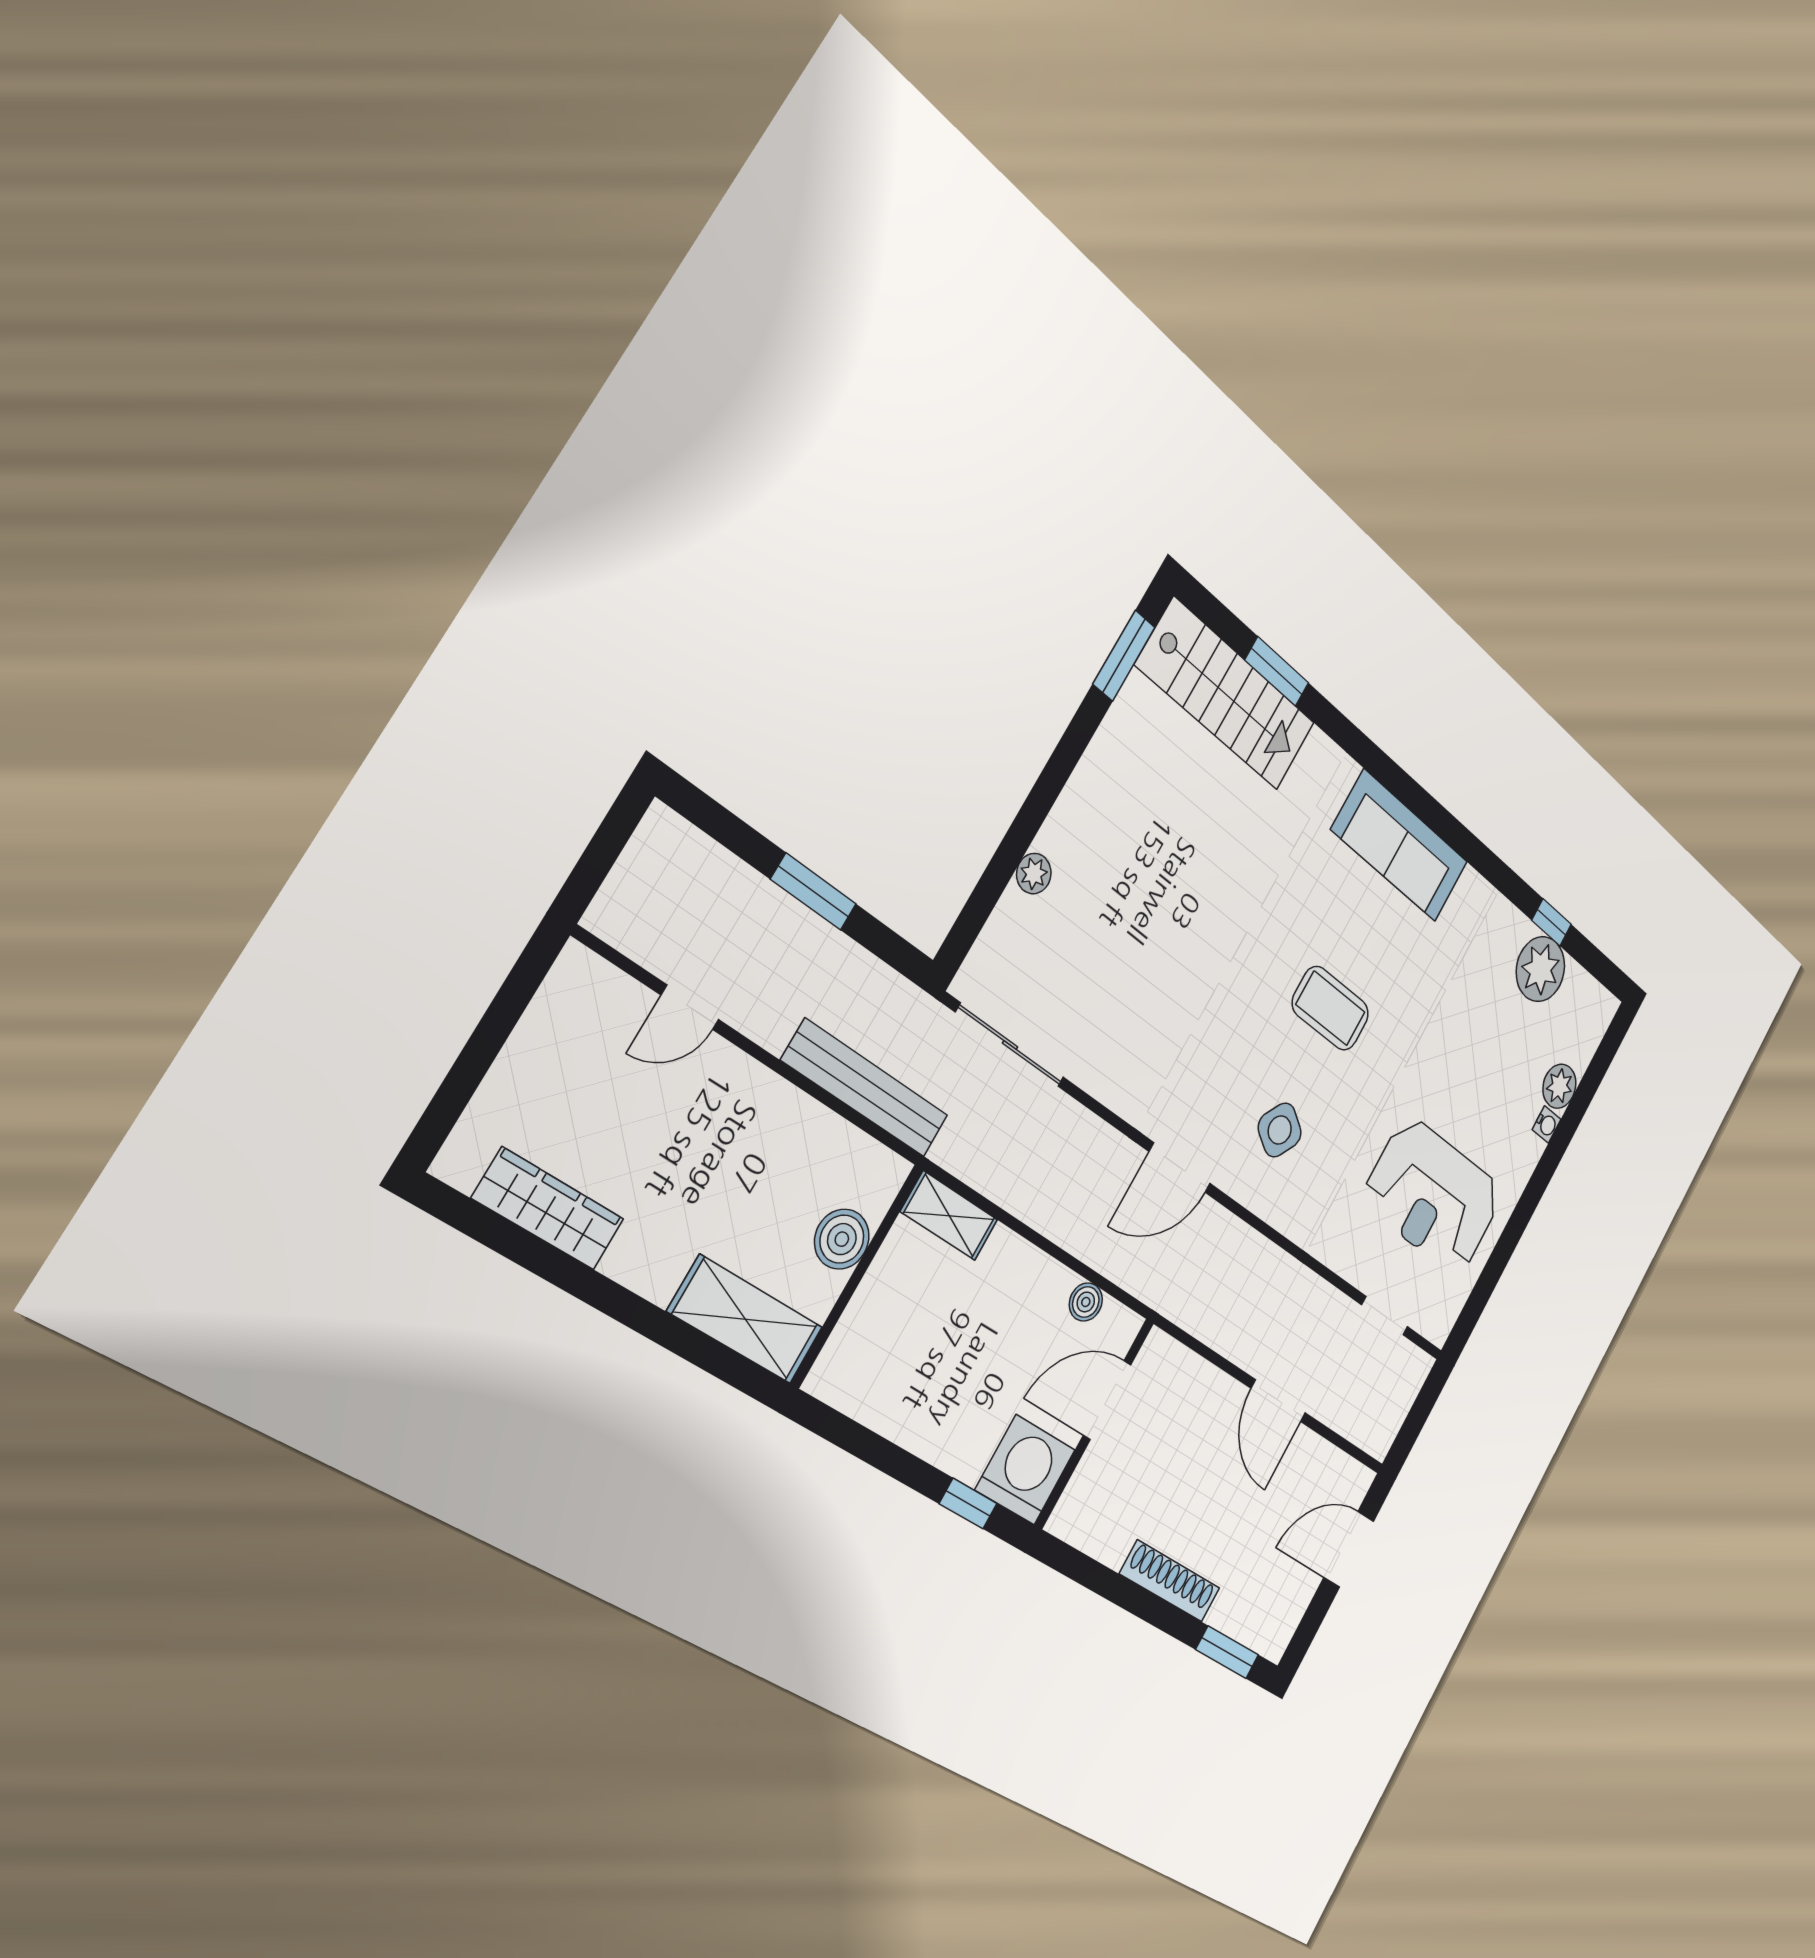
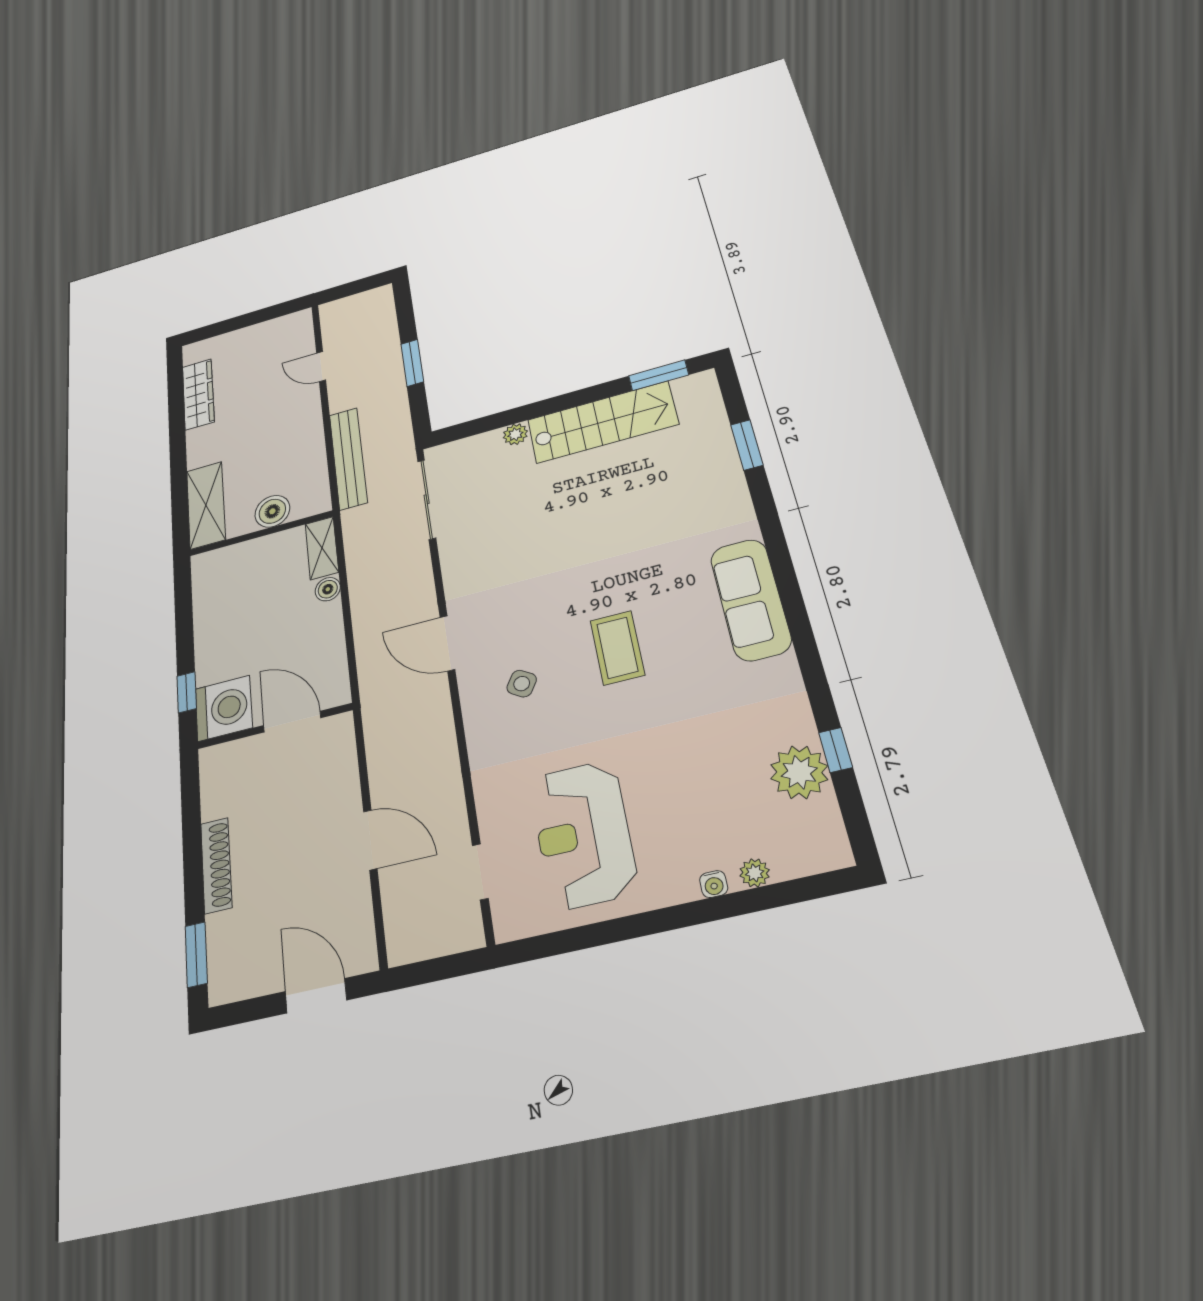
stairs: (1226, 694) -> (602, 422), moved, turned -90
plant: (1559, 1086) -> (755, 873), width x0.73, depth x0.73
side table: (1280, 1130) -> (522, 684), width x0.73, depth x0.73
boiler: (1086, 1302) -> (328, 589), moved
door: (1278, 1401) -> (370, 840), swing flipped

